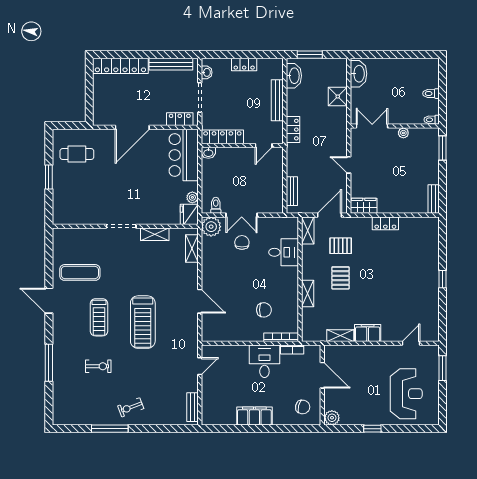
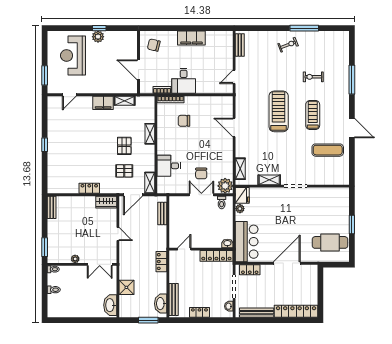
bench: (277, 100) -> (174, 300), moved
cafe table: (77, 154) -> (330, 242), width x1.37, depth x1.35
plant: (332, 418) -> (98, 37), moved

